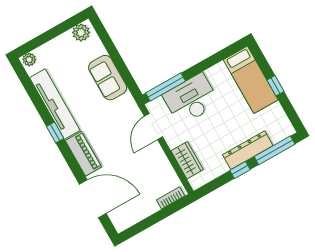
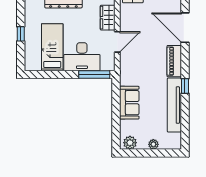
plant: (29, 60) -> (153, 144), moved
bed: (251, 80) -> (52, 47), moved
door: (153, 127) -> (117, 42), moved

